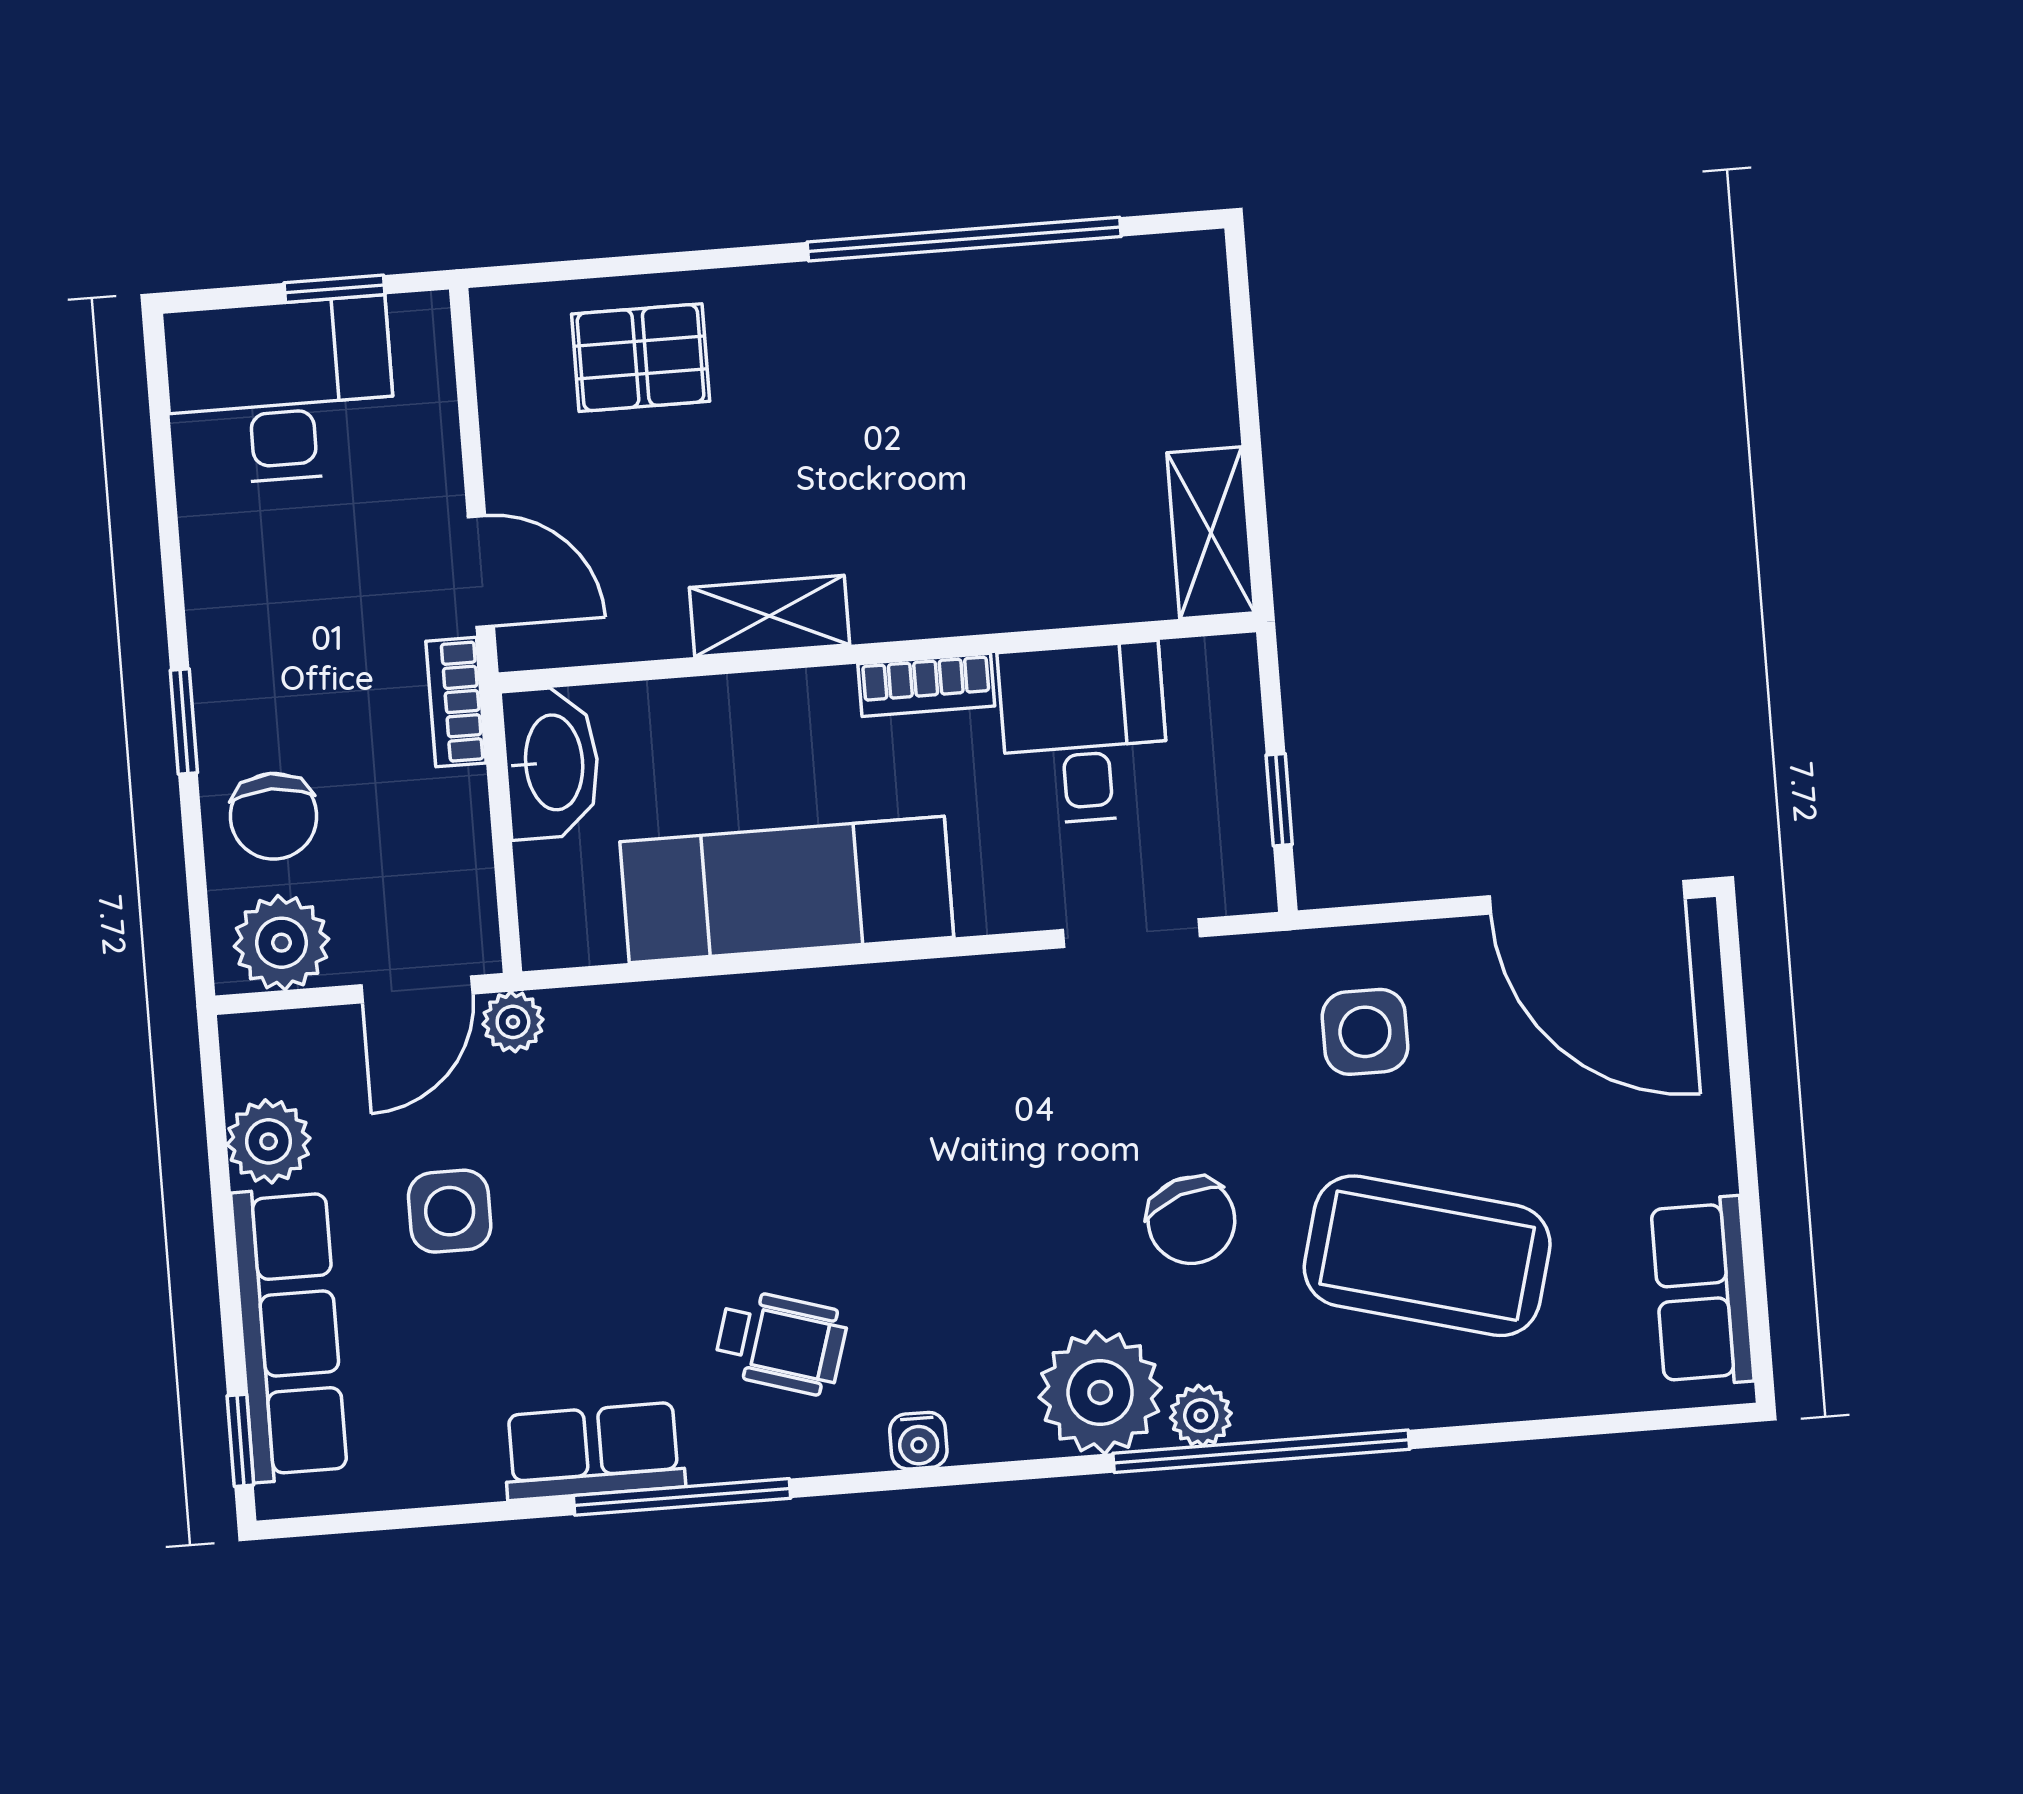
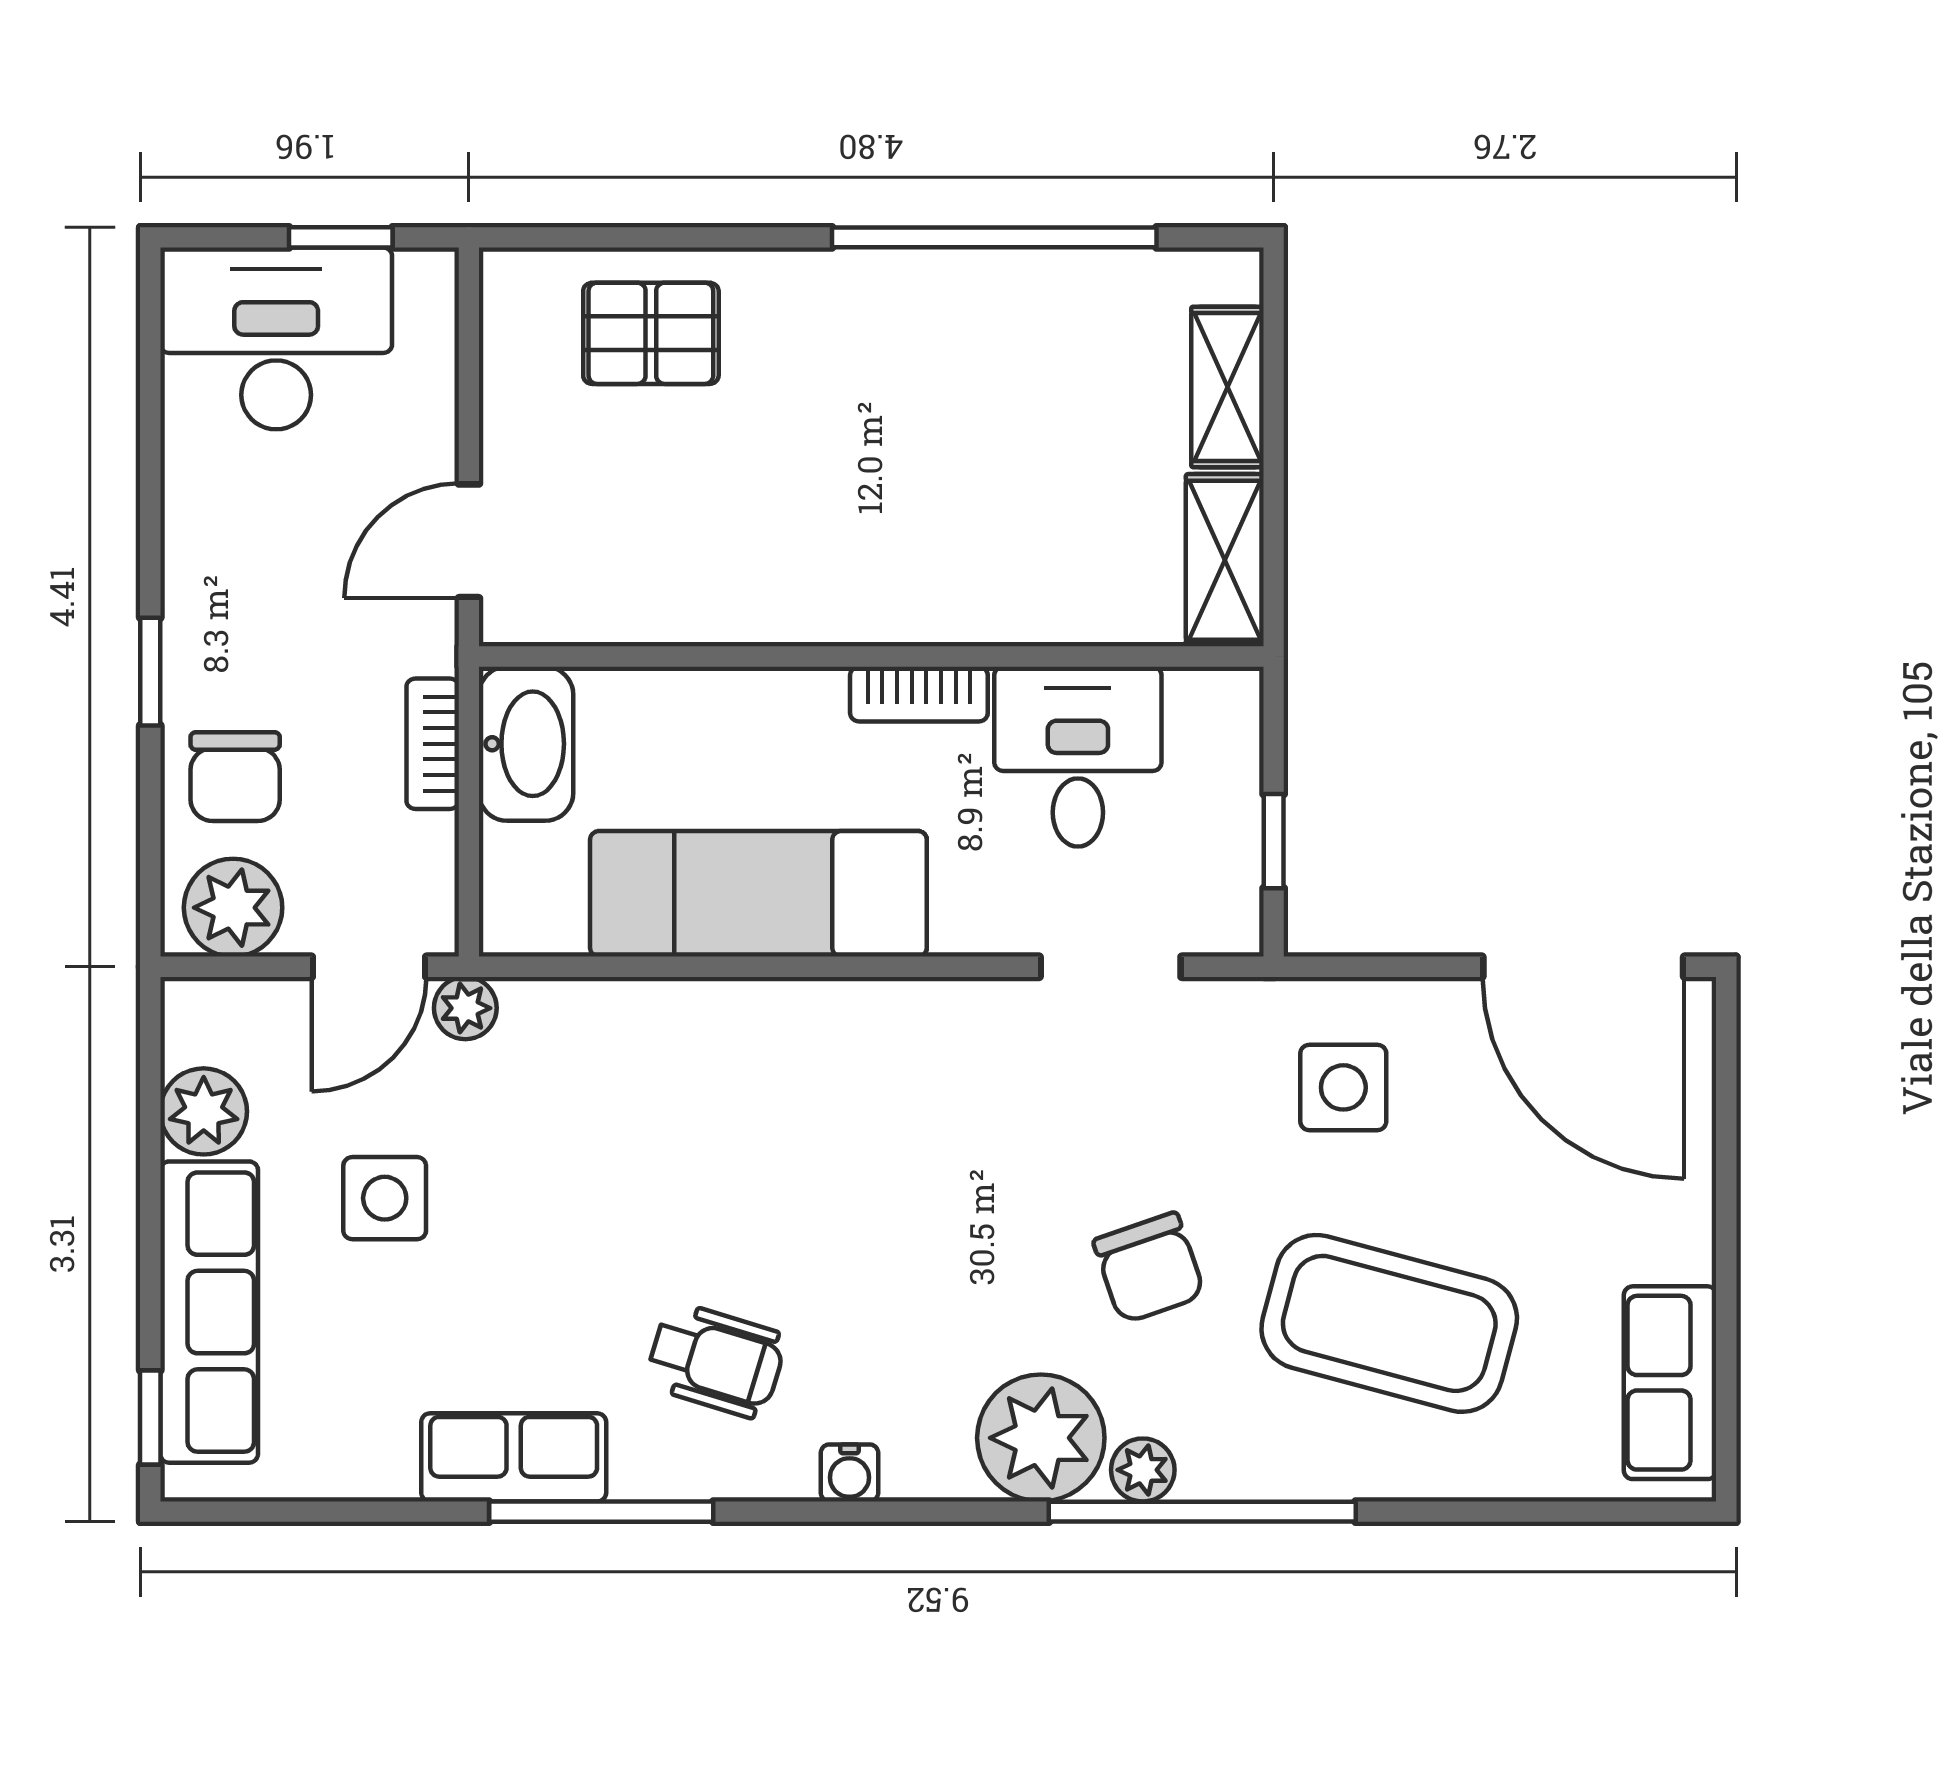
door: (481, 571) -> (469, 541), swing flipped
shelving: (770, 616) -> (1227, 387), moved, turned 90
bookcase: (456, 702) -> (433, 744), moved

